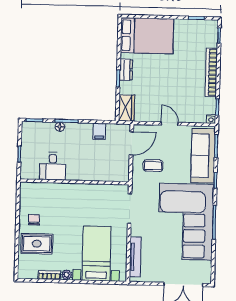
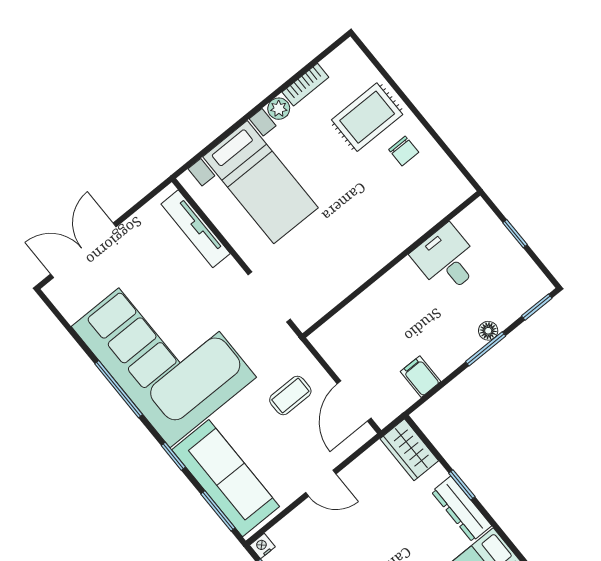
dresser: (126, 70) -> (461, 509), width x1.44

